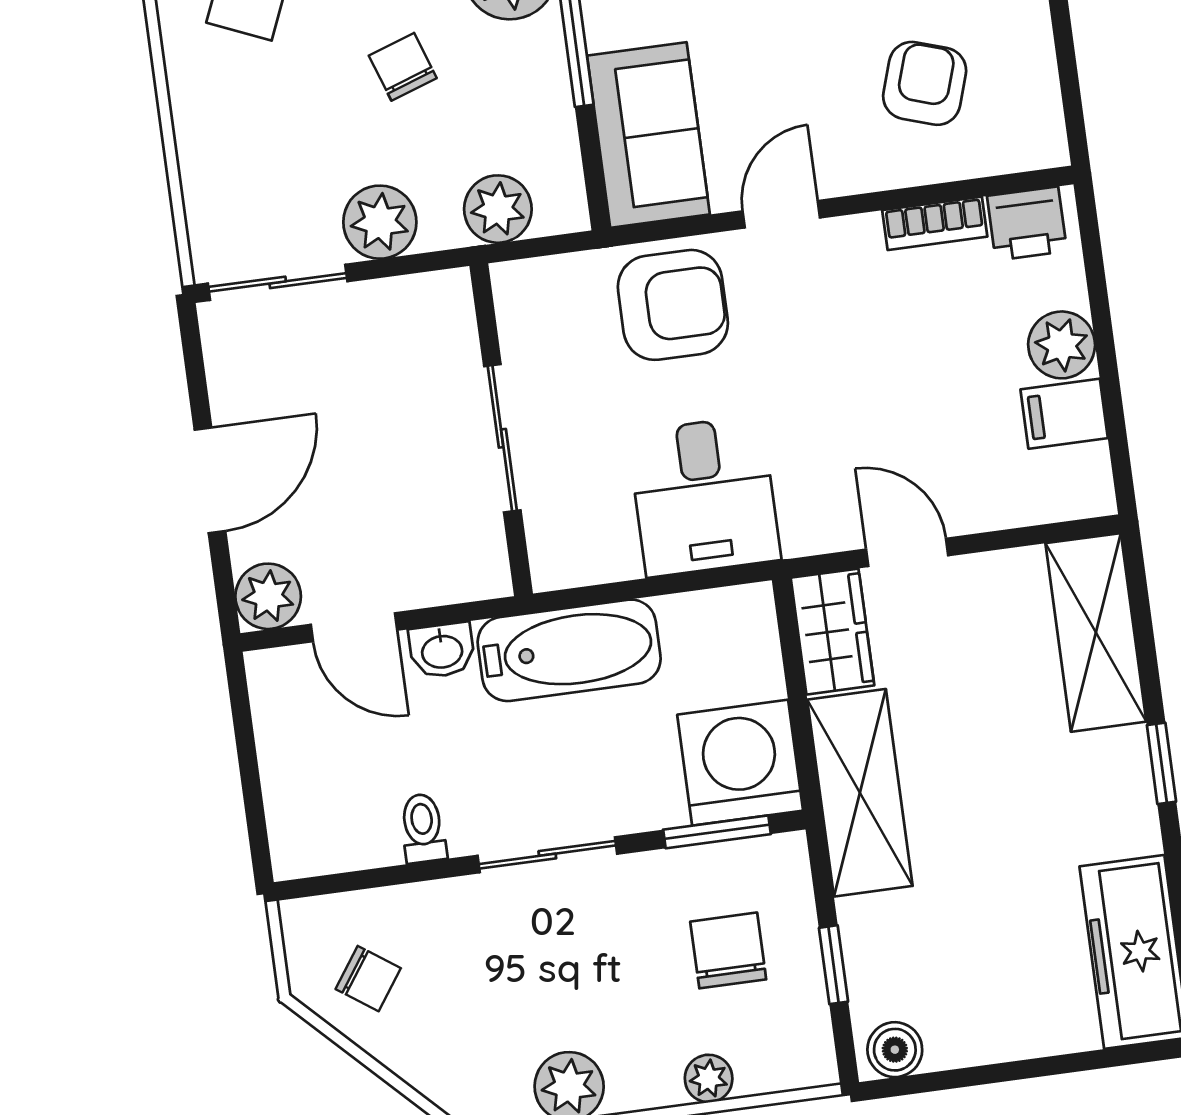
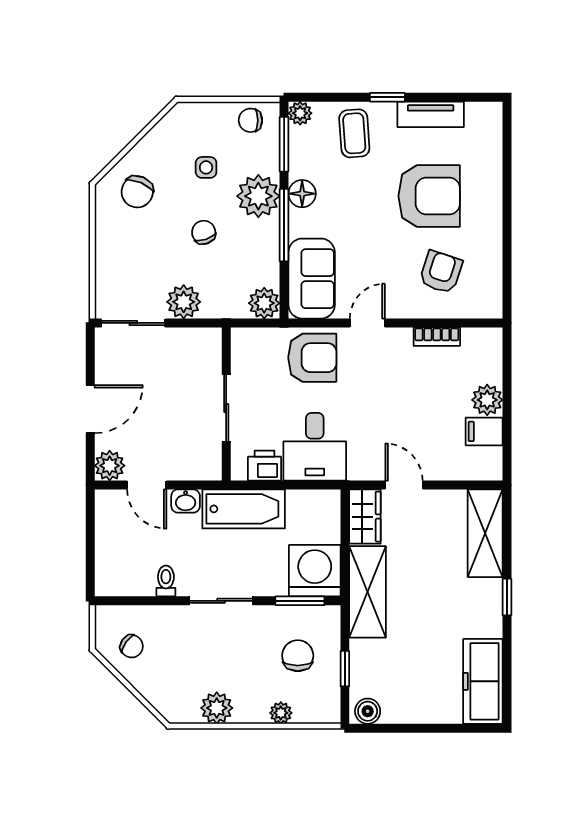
plant: (498, 209) -> (264, 303), moved
printer: (1027, 224) -> (264, 466), moved, turned 180

